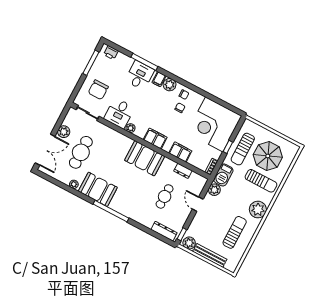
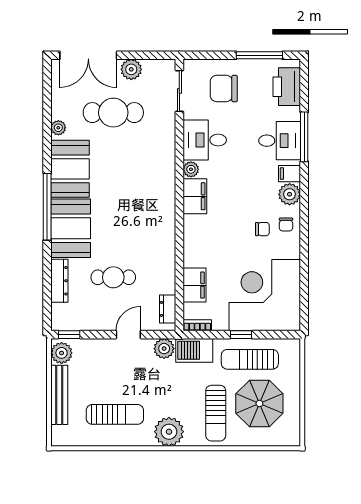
printer: (111, 53) -> (287, 87), width x1.87, depth x1.48
filing cabinet: (155, 139) -> (195, 196), moved
filing cabinet: (180, 152) -> (195, 285), moved
booth: (145, 158) -> (71, 228), moved
dresser: (183, 171) -> (168, 309), moved
dresser: (164, 231) -> (59, 281), moved

